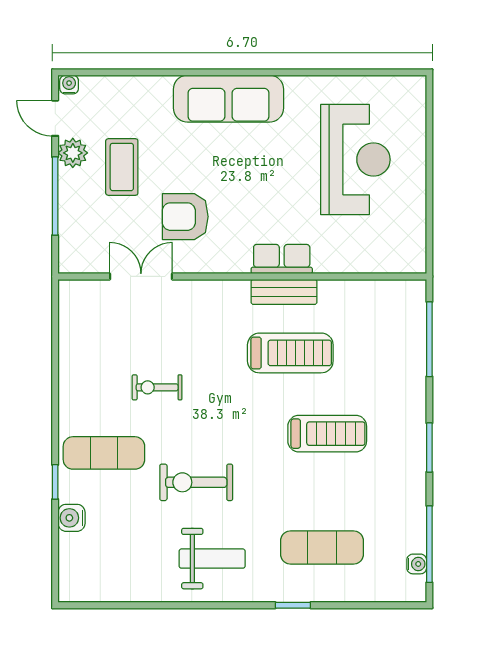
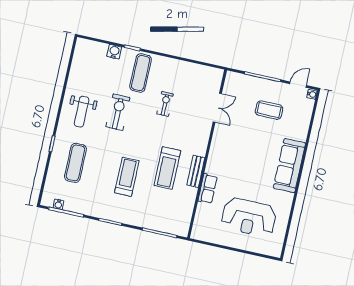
plant: (73, 153) -> (280, 89), removed
armchair: (185, 217) -> (240, 134), removed
row of seats: (282, 259) -> (208, 189), moved
treadmill: (327, 434) -> (127, 177), turned 180

